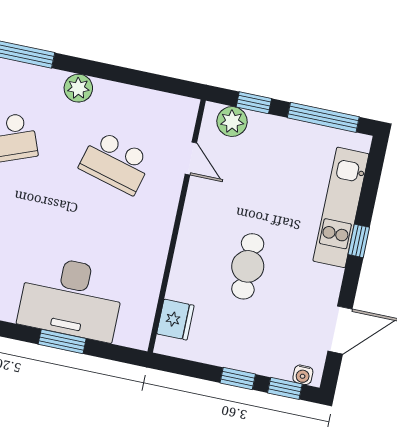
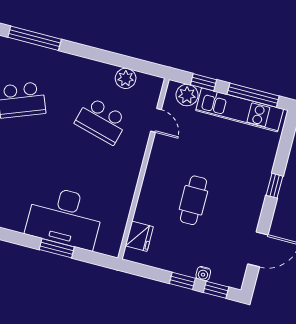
plant: (78, 88) -> (126, 78), moved
kitchen unit: (341, 207) -> (240, 110), moved, turned -90
water cooler: (303, 375) -> (203, 274), moved

